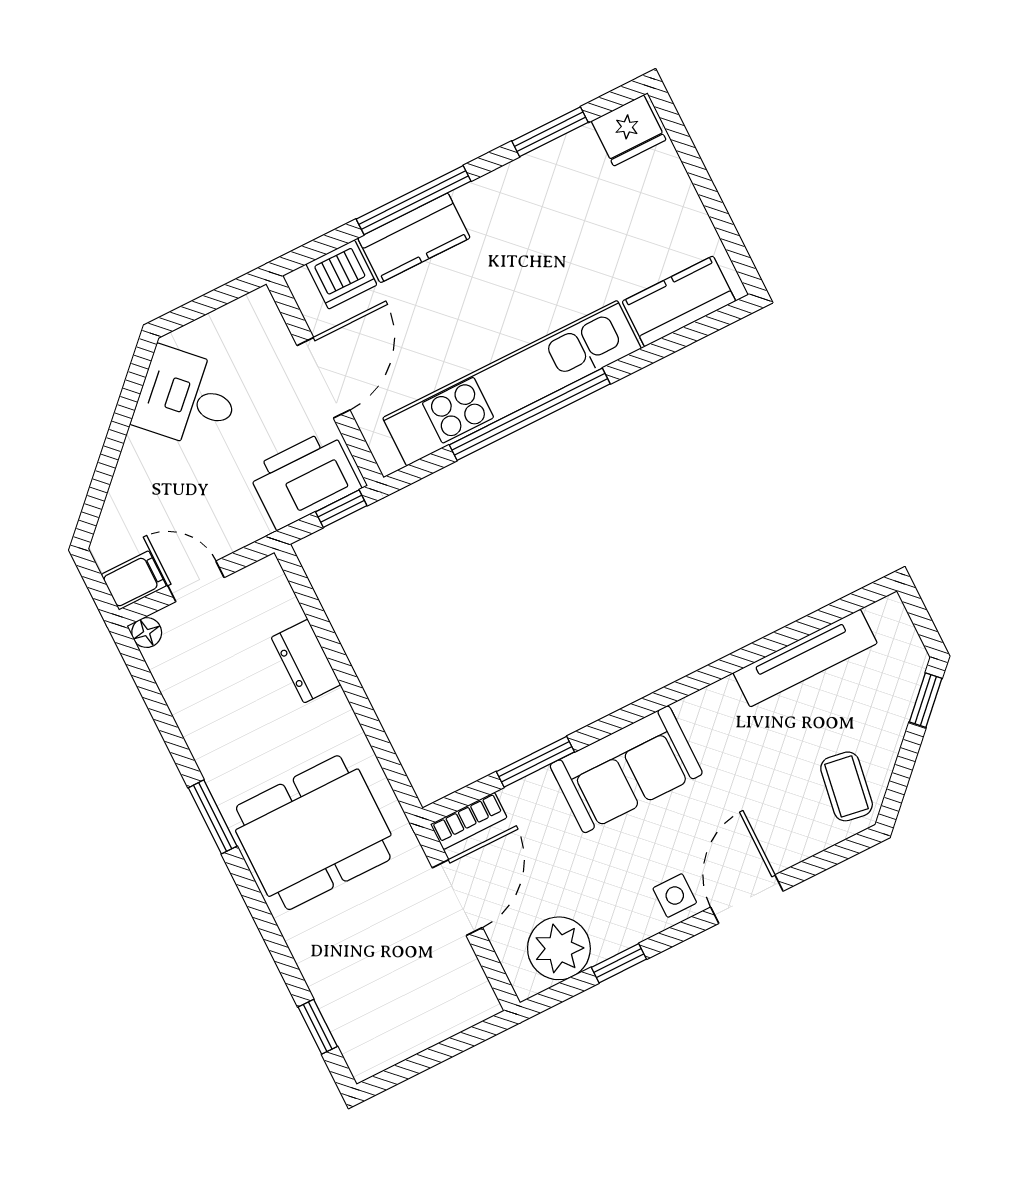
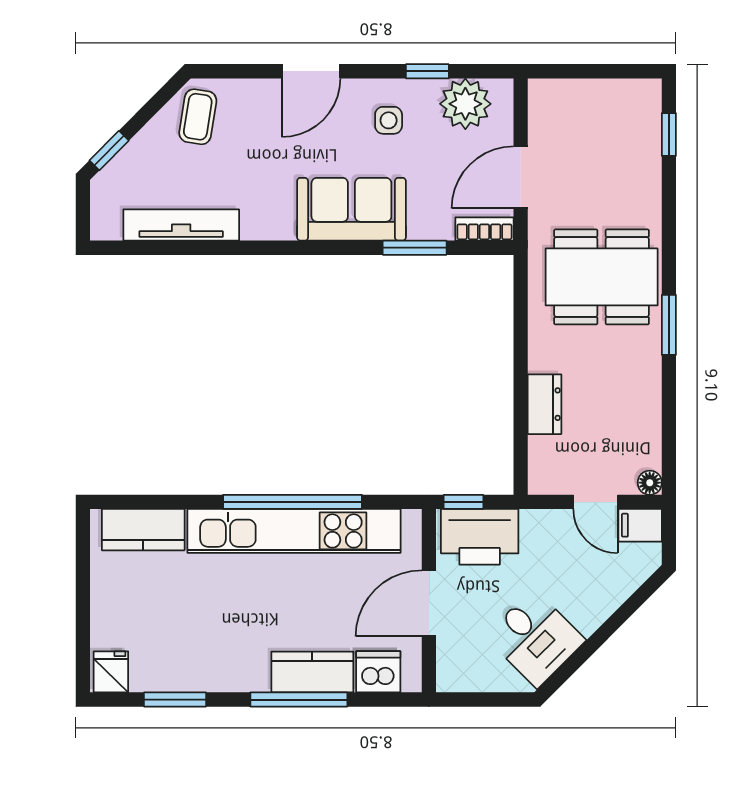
fridge: (629, 131) -> (111, 672), width x0.72
side table: (675, 896) -> (389, 120), moved

